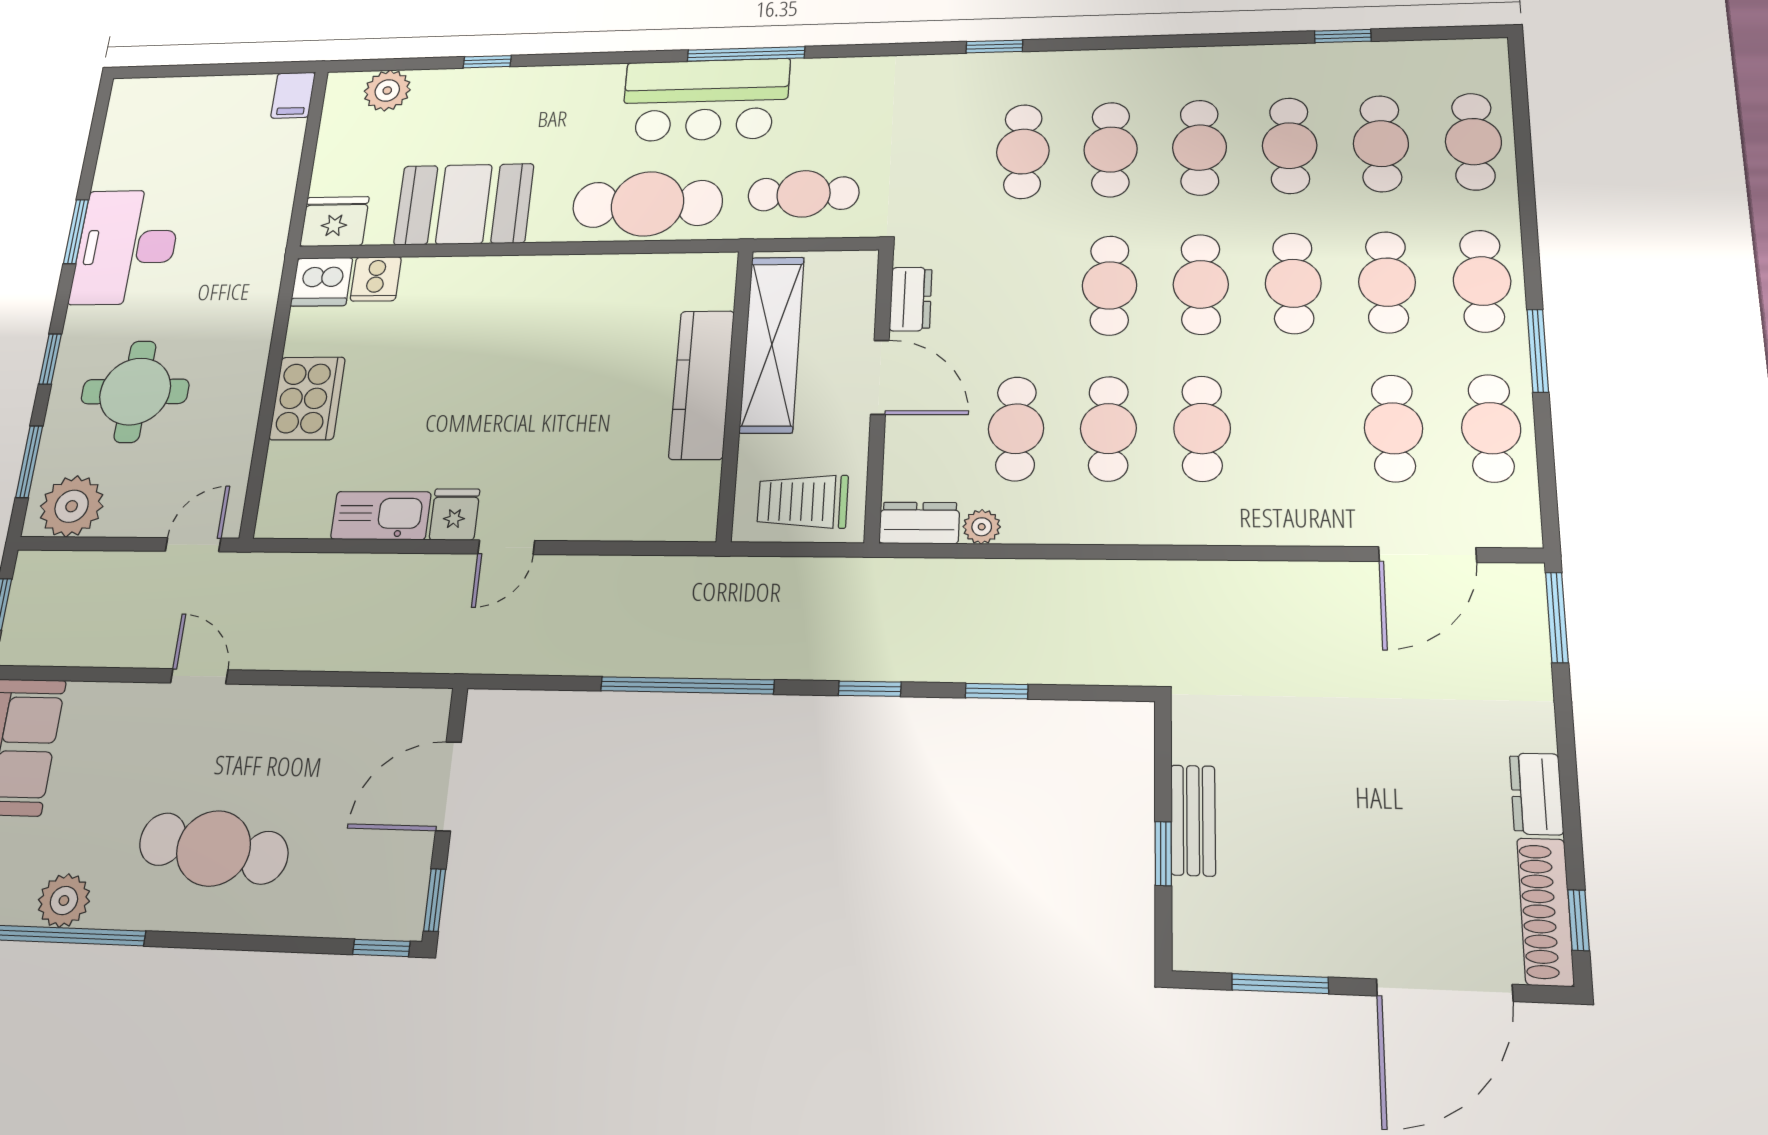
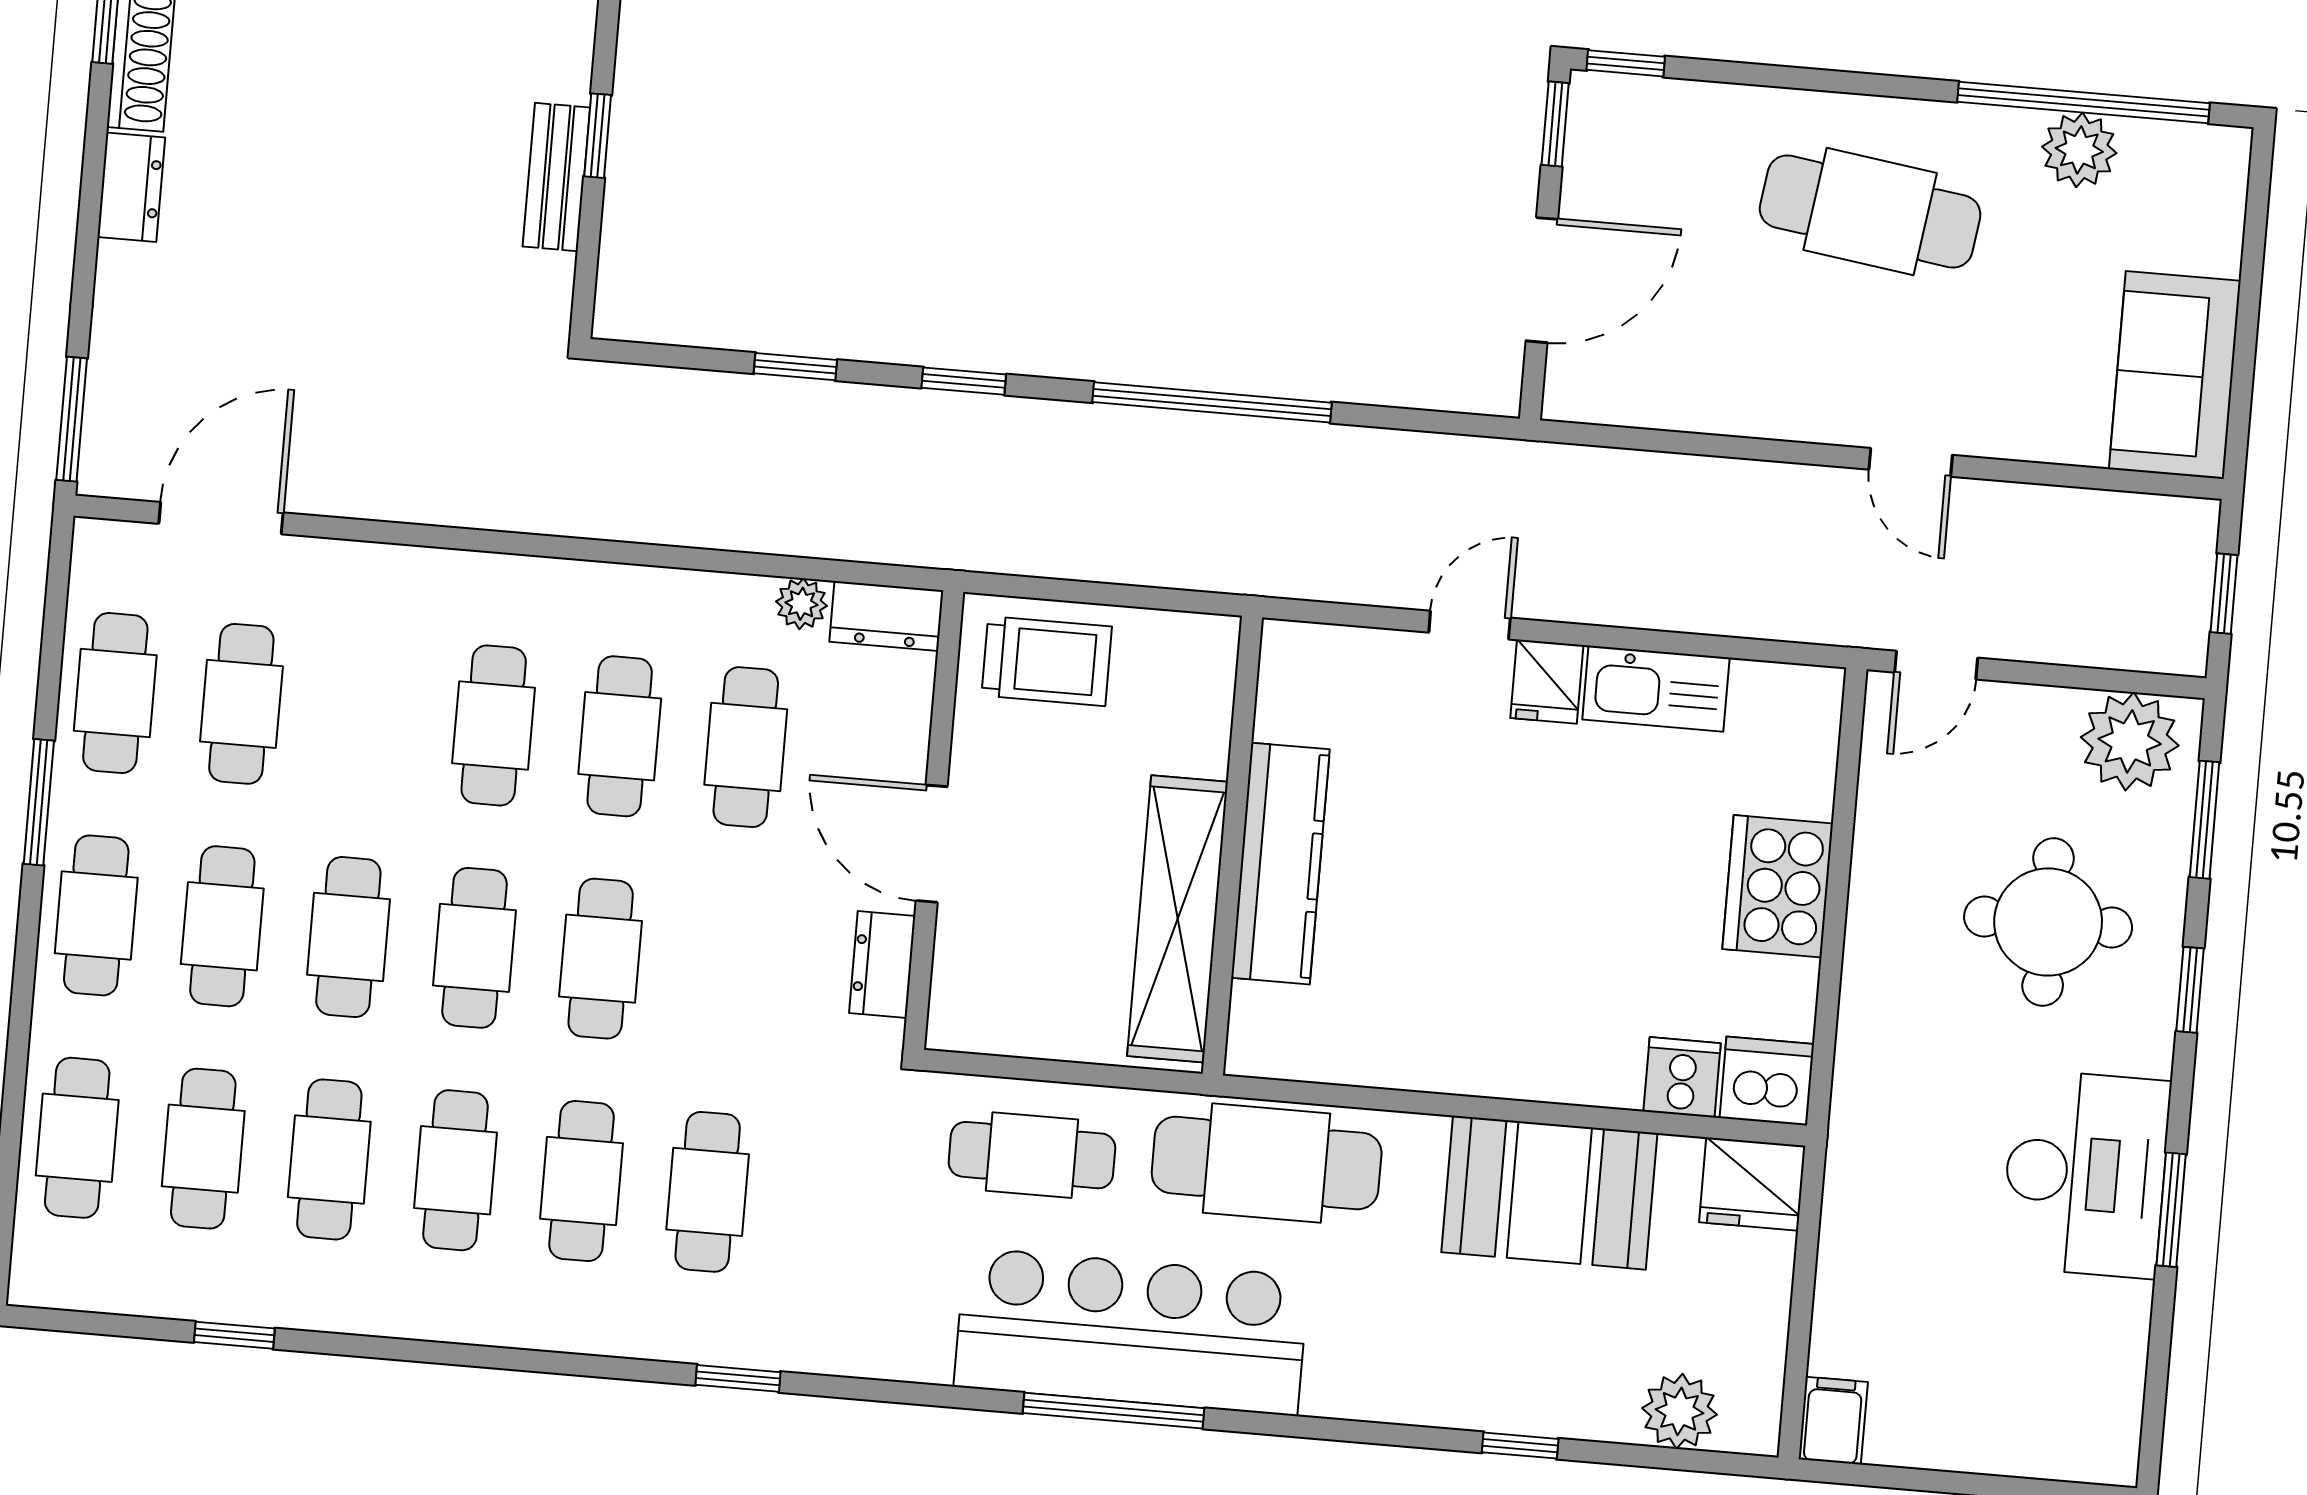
bar counter: (705, 100) -> (1131, 1332), width x1.36
shelving: (772, 344) -> (1178, 919), moved
kitchen counter: (702, 385) -> (1280, 864), moved
wall: (735, 393) -> (1232, 846), moved

